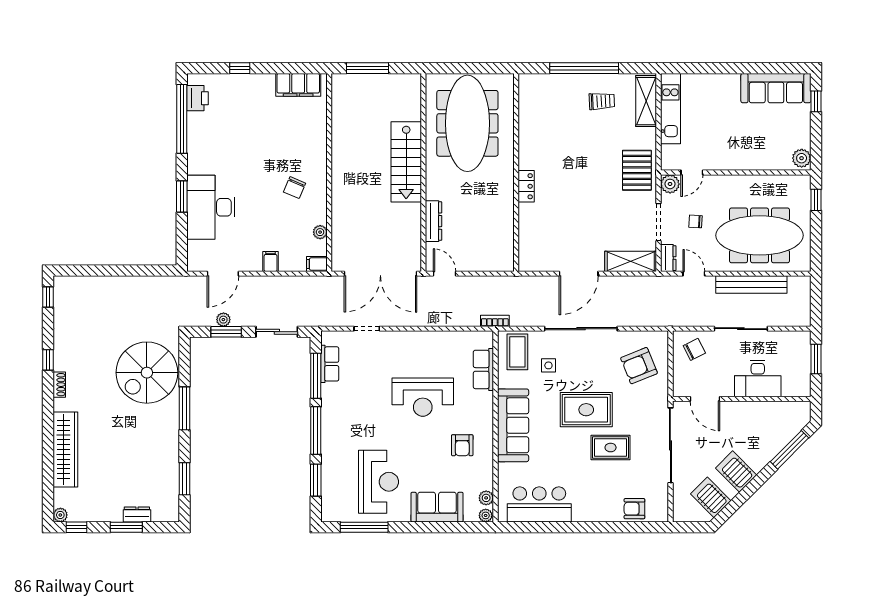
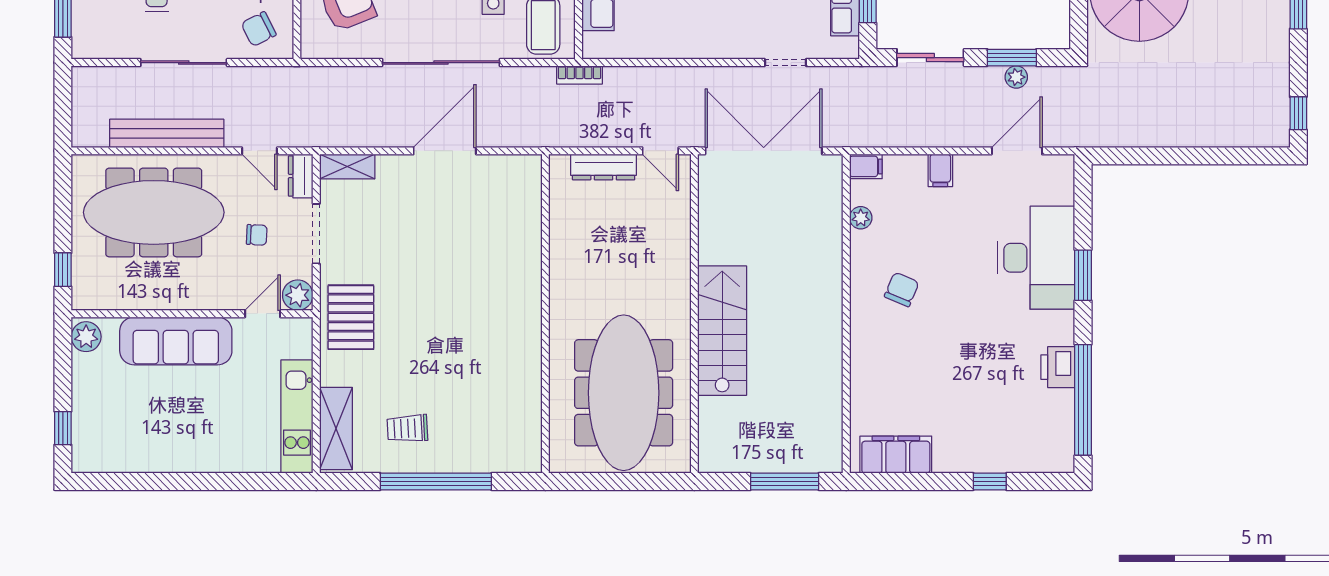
sofa: (776, 88) -> (176, 341), moved, turned 180
printer: (198, 98) -> (1058, 367), moved
locker: (526, 186) -> (529, 292), removed
dresser: (434, 221) -> (604, 167), moved, turned -90
shelving: (631, 261) -> (347, 167), width x0.67, depth x0.75

